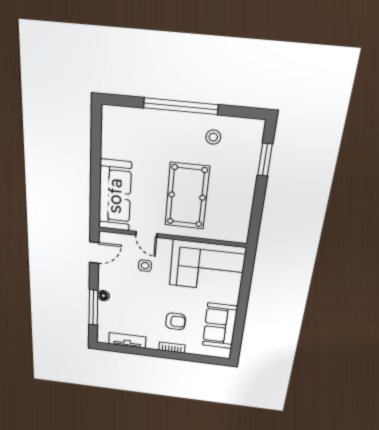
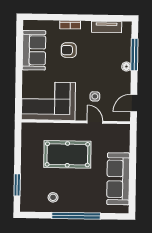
sofa: (115, 196) -> (118, 179), moved
pool table: (187, 196) -> (67, 154), turned 90

